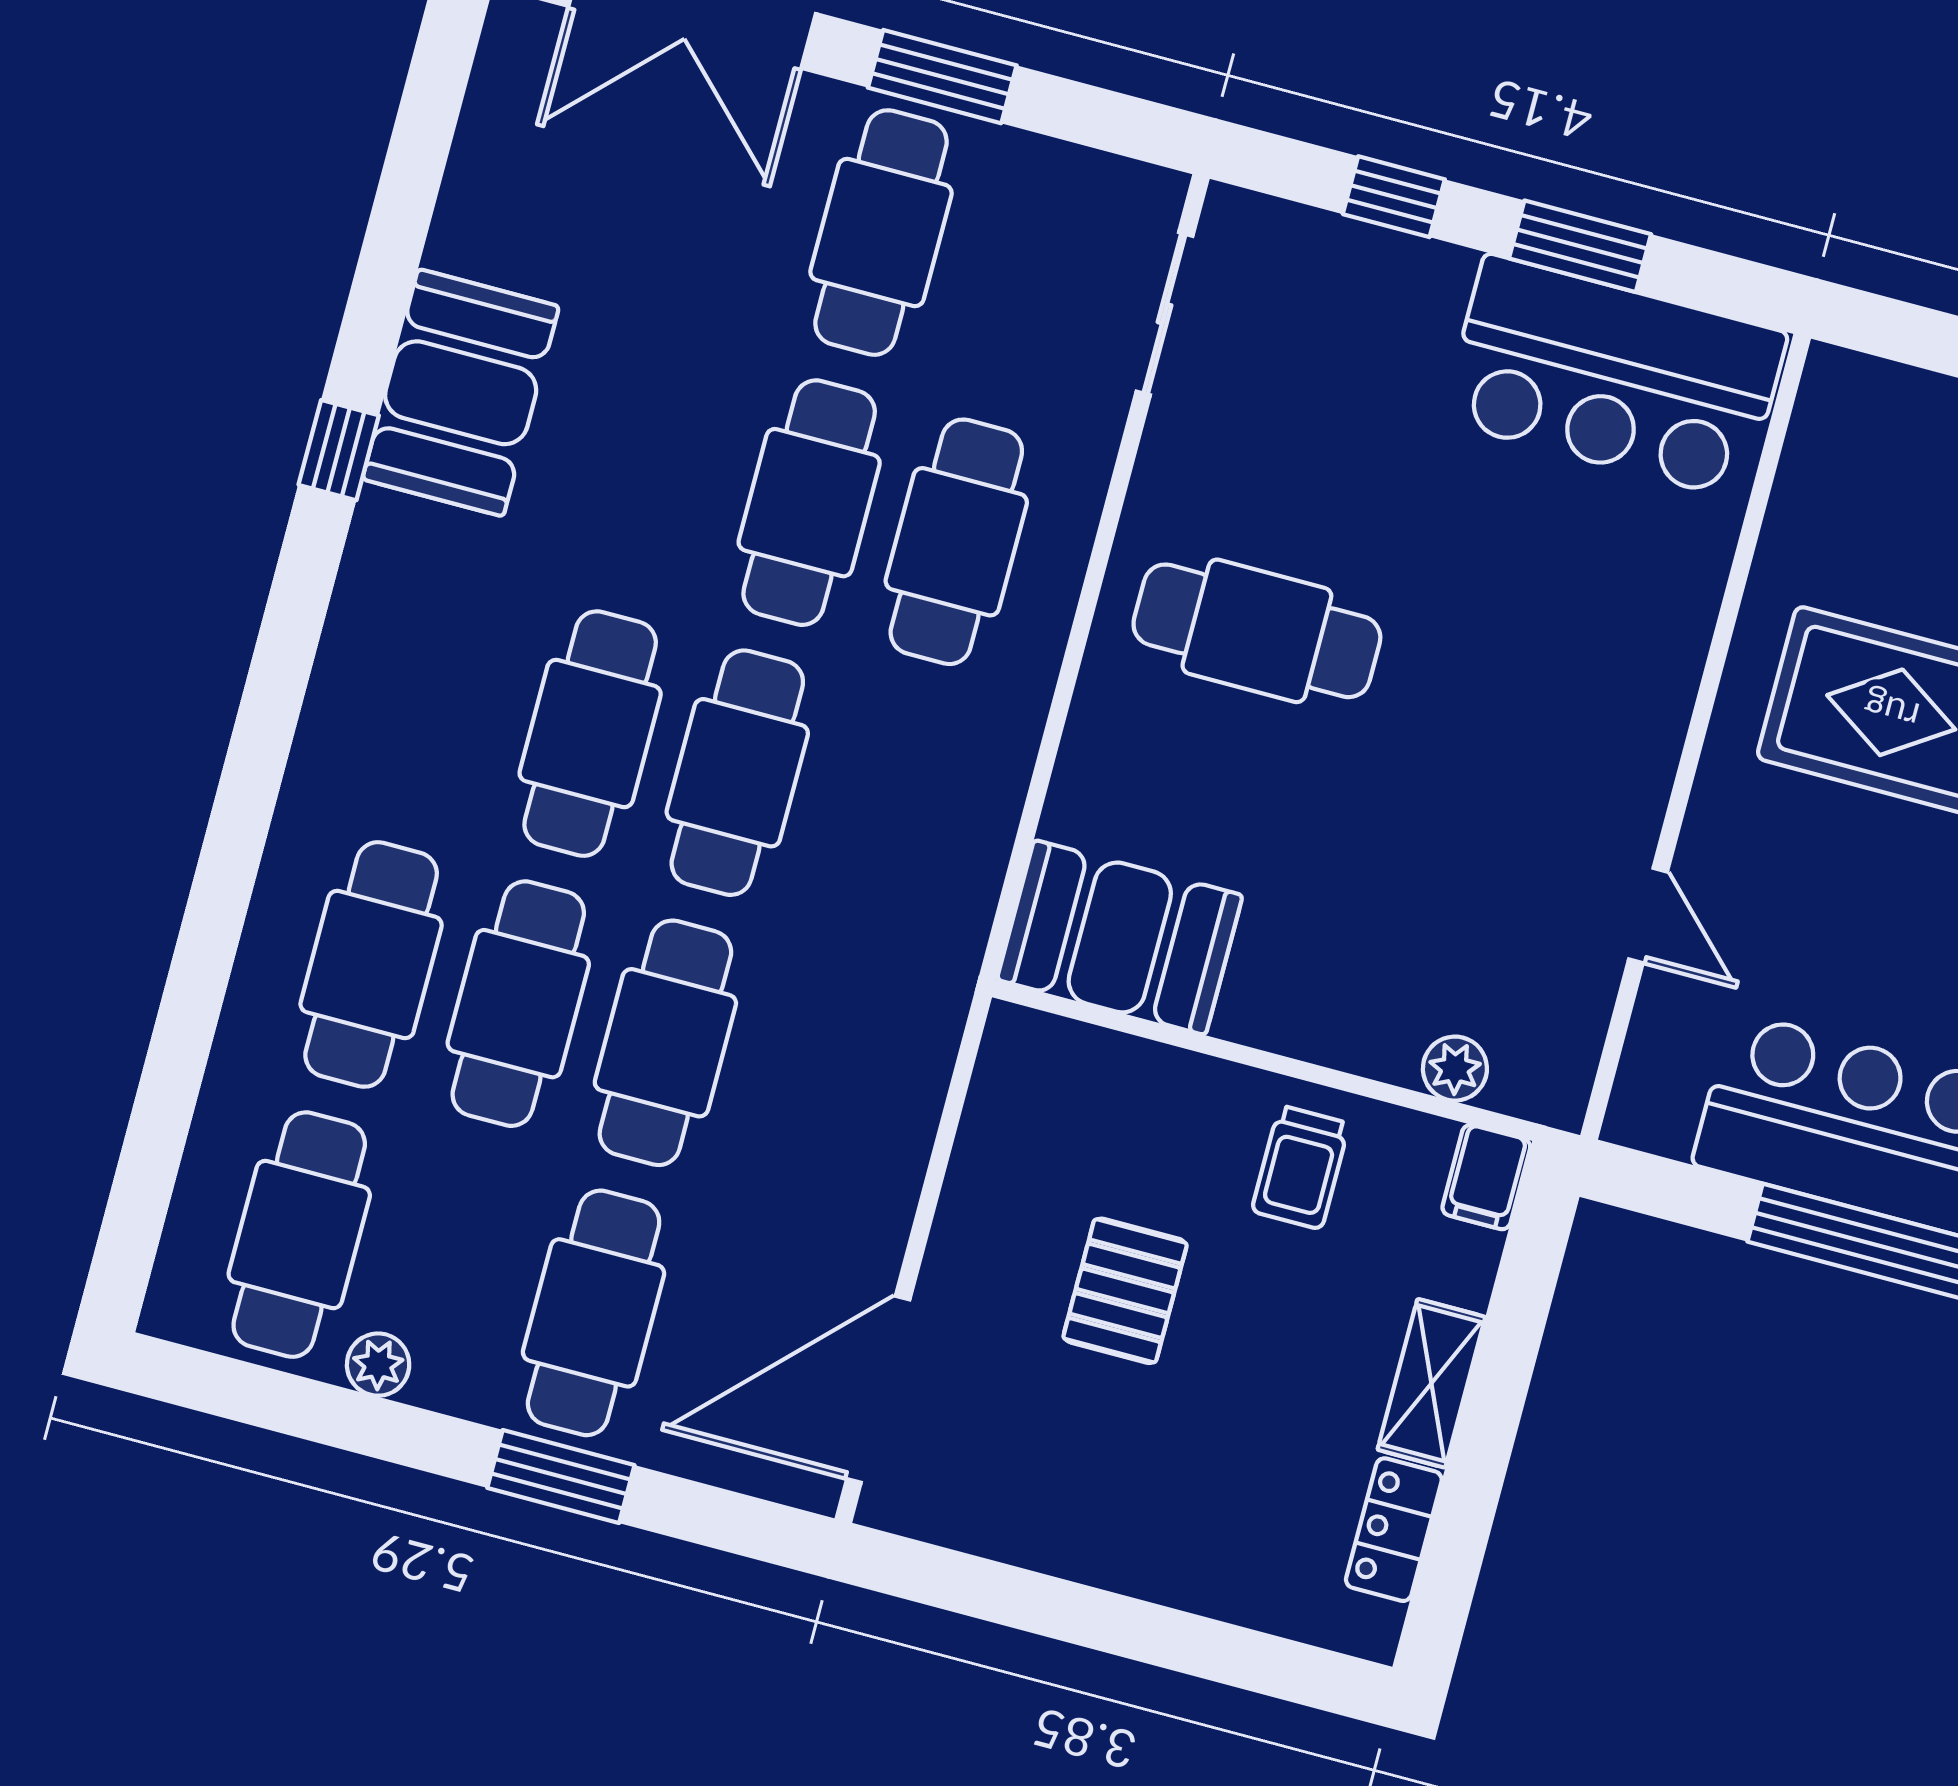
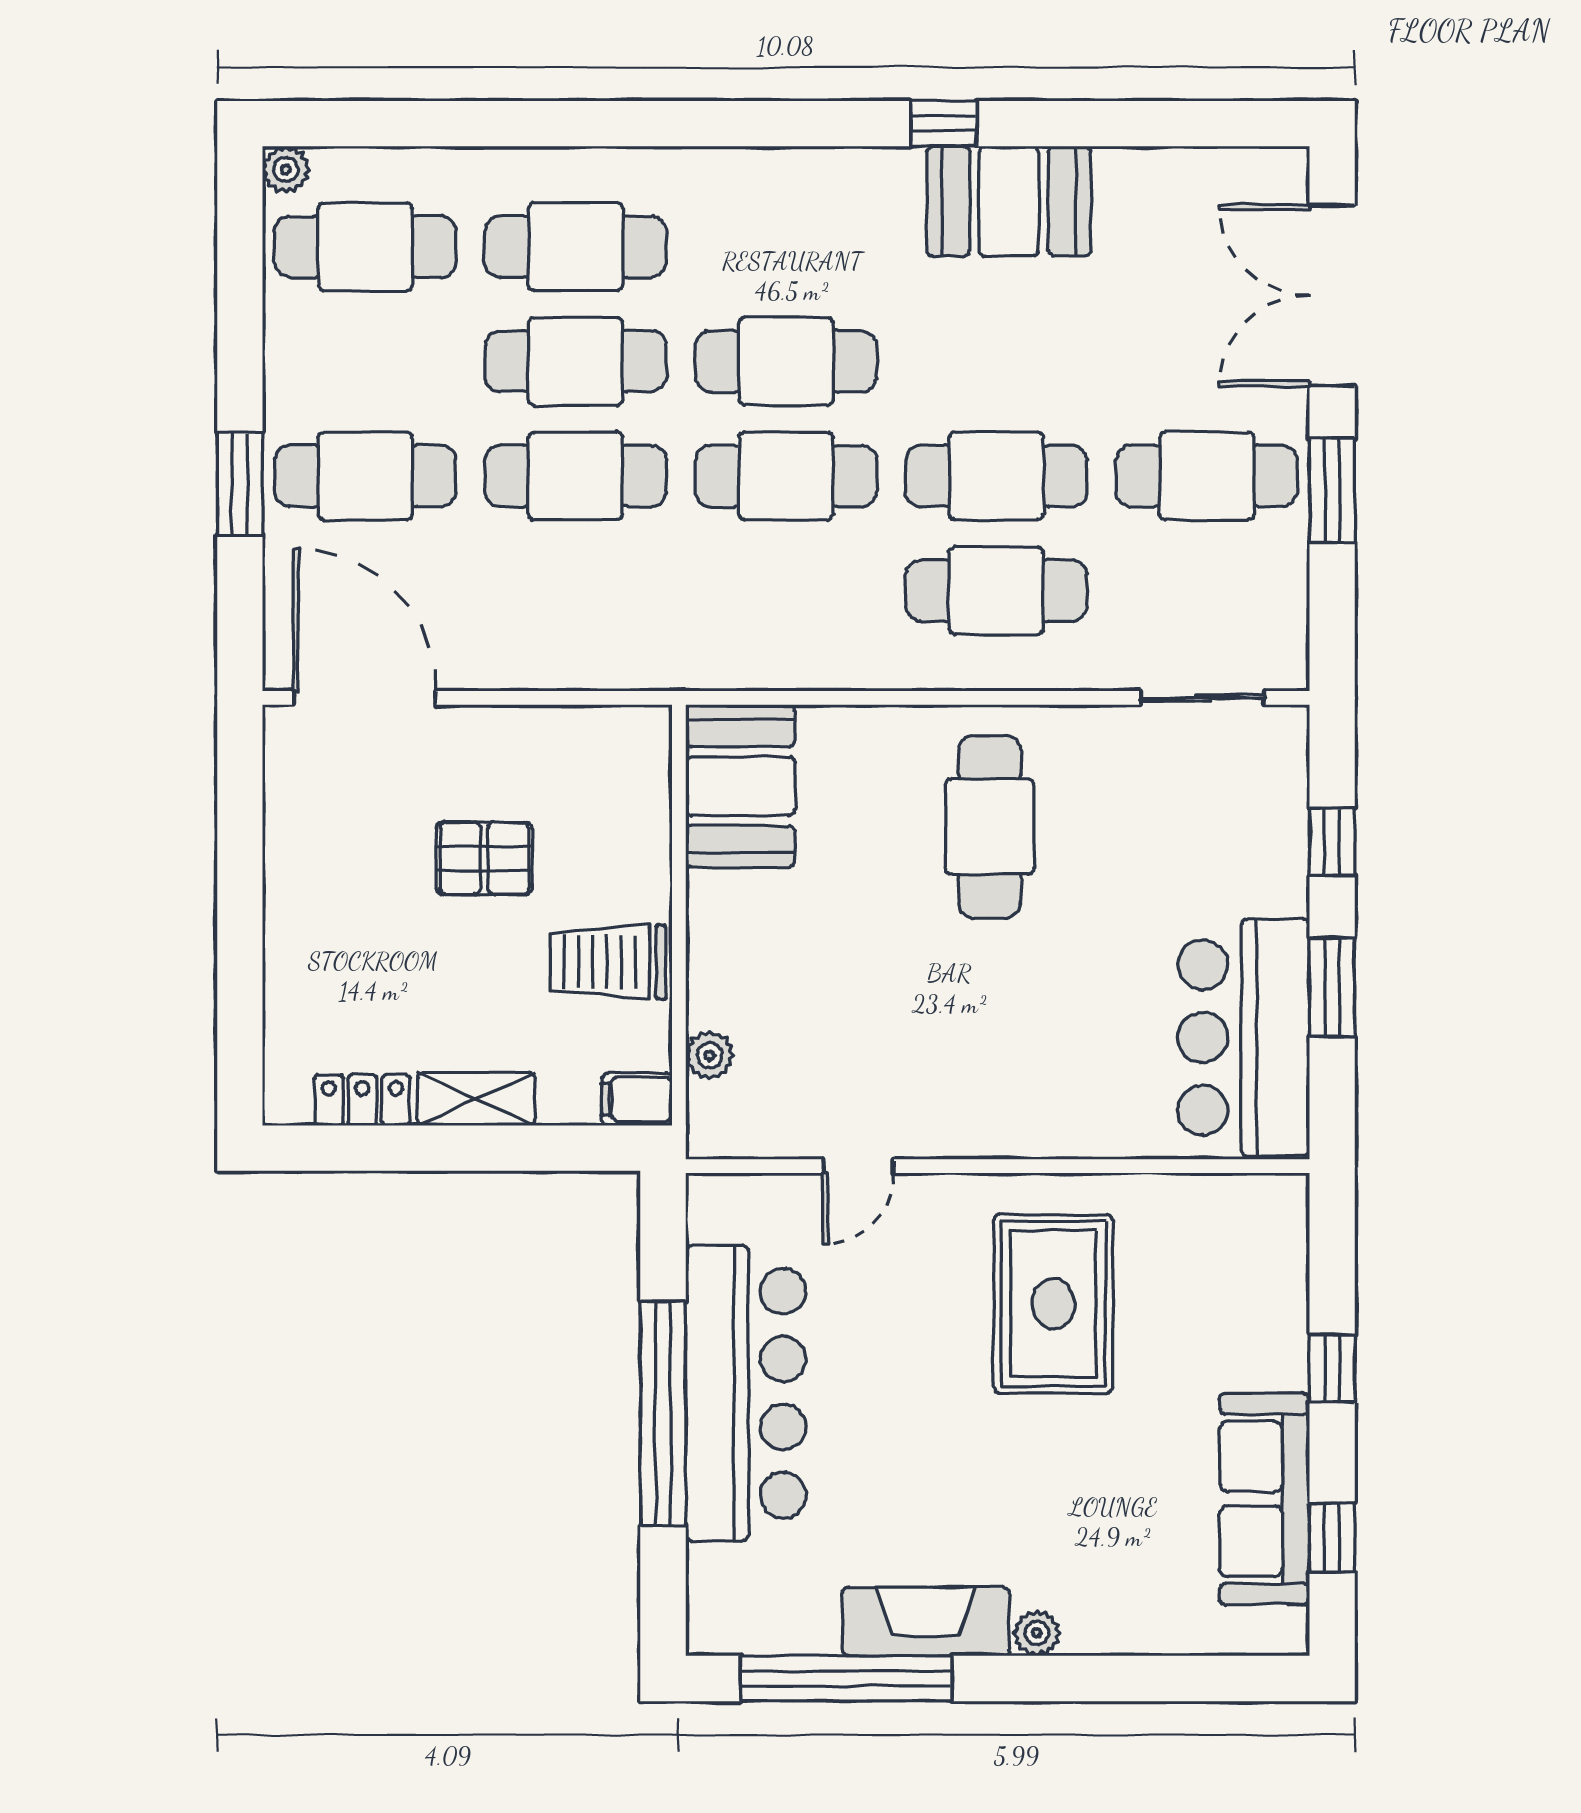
trolley: (1301, 1167) -> (608, 962), width x1.36, depth x1.39
plant: (378, 1365) -> (286, 170), moved

